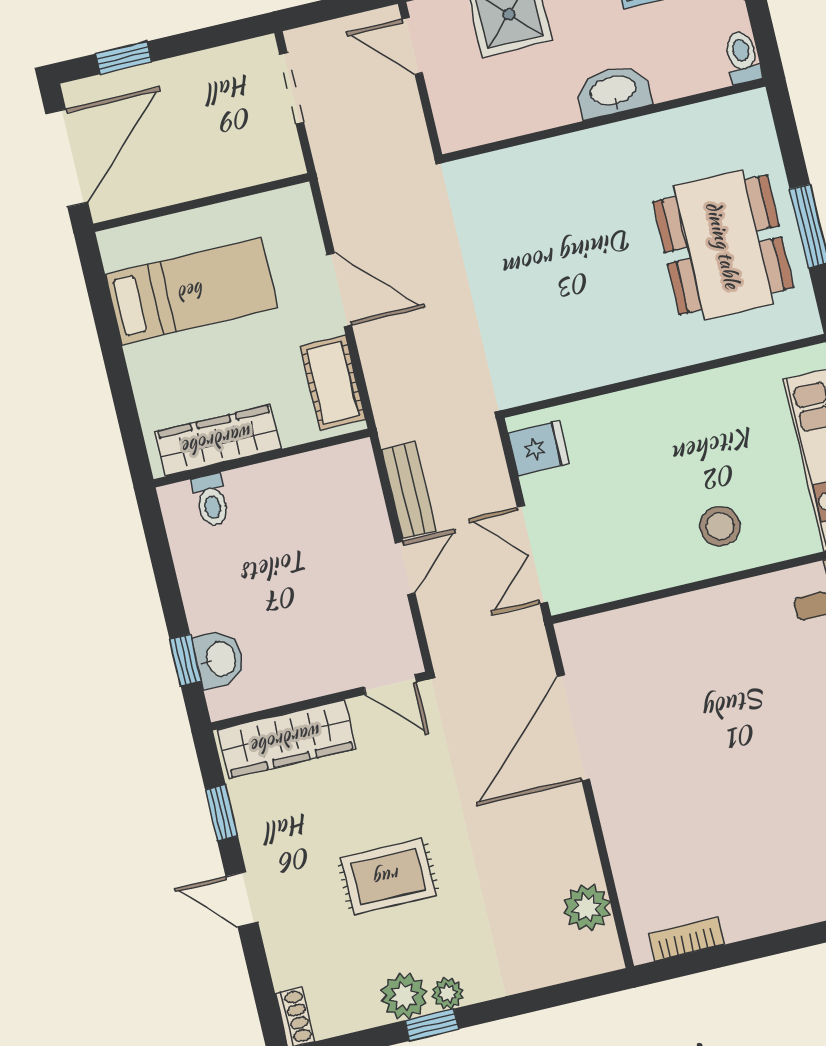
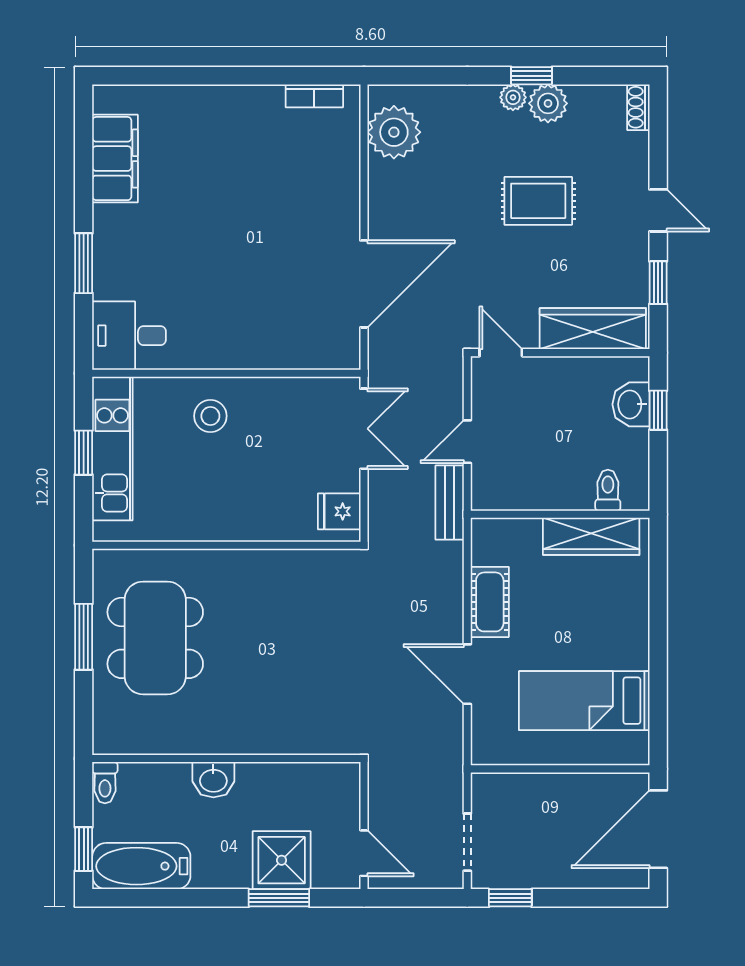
window: (124, 58) -> (510, 898), moved
washbasin: (613, 91) -> (213, 780), width x0.72
wardrobe: (218, 440) -> (591, 536), moved
wall: (262, 458) -> (560, 514), moved
toilet: (211, 500) -> (608, 490), moved
plant: (587, 908) -> (394, 132), width x1.36, depth x1.36

